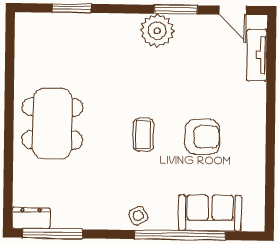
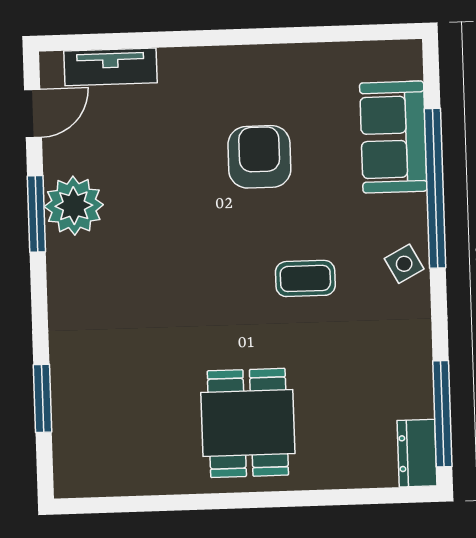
plant: (157, 31) -> (74, 206), moved
dining table: (52, 124) -> (248, 423), width x0.73
coffee table: (143, 135) -> (305, 278), moved

